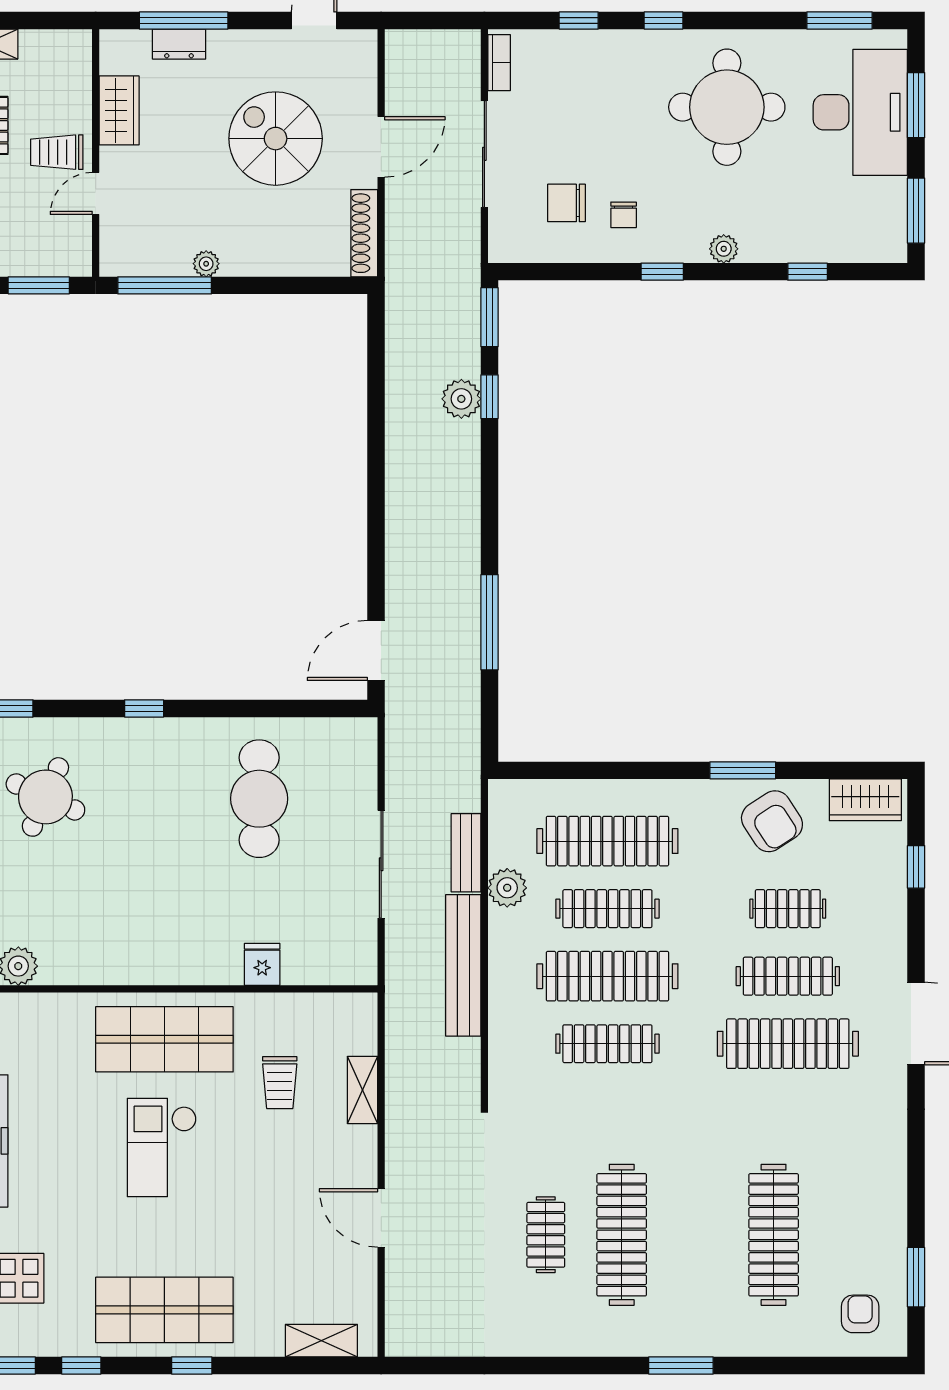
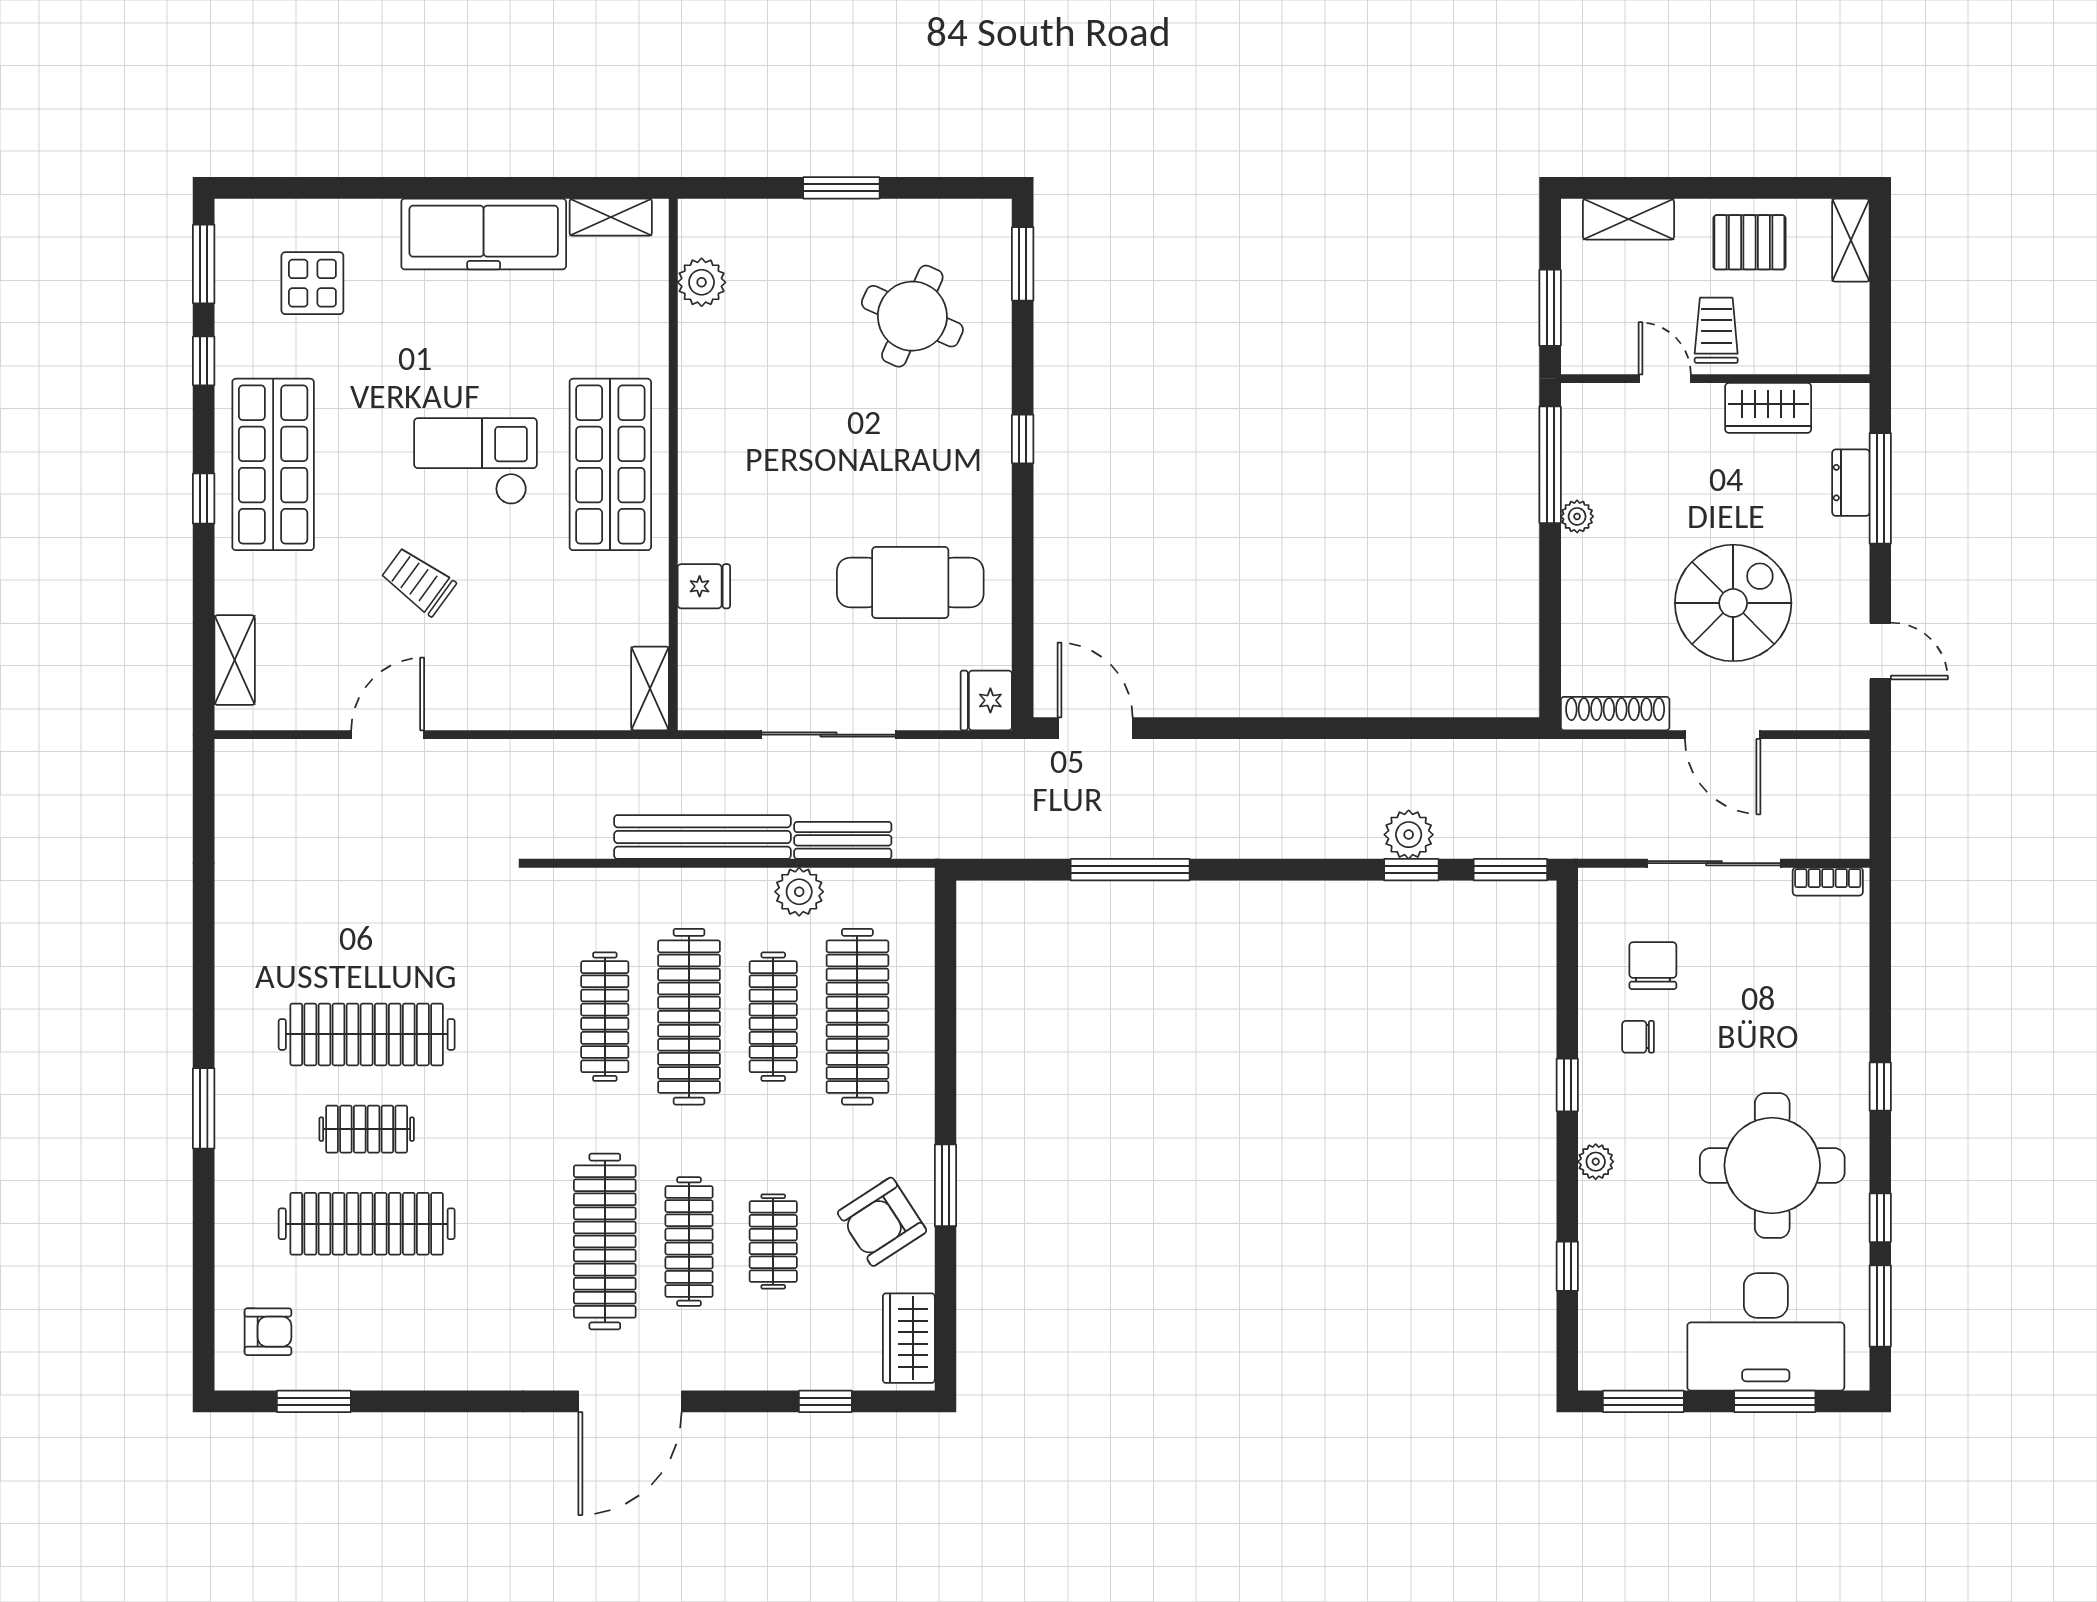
window: (579, 20) -> (1880, 1218), moved
fridge: (354, 738) -> (986, 700), added
trolley: (280, 1083) -> (418, 581), moved, turned 36
shelving: (363, 1090) -> (650, 688), moved, turned 90
clothes rail: (546, 1235) -> (367, 1129), moved

